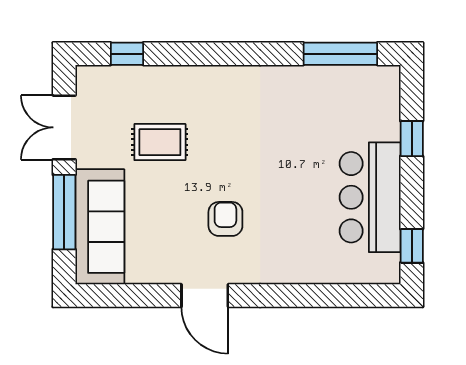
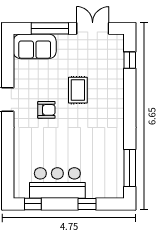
rug: (160, 142) -> (78, 90), moved
sofa: (100, 227) -> (35, 46), width x0.73

